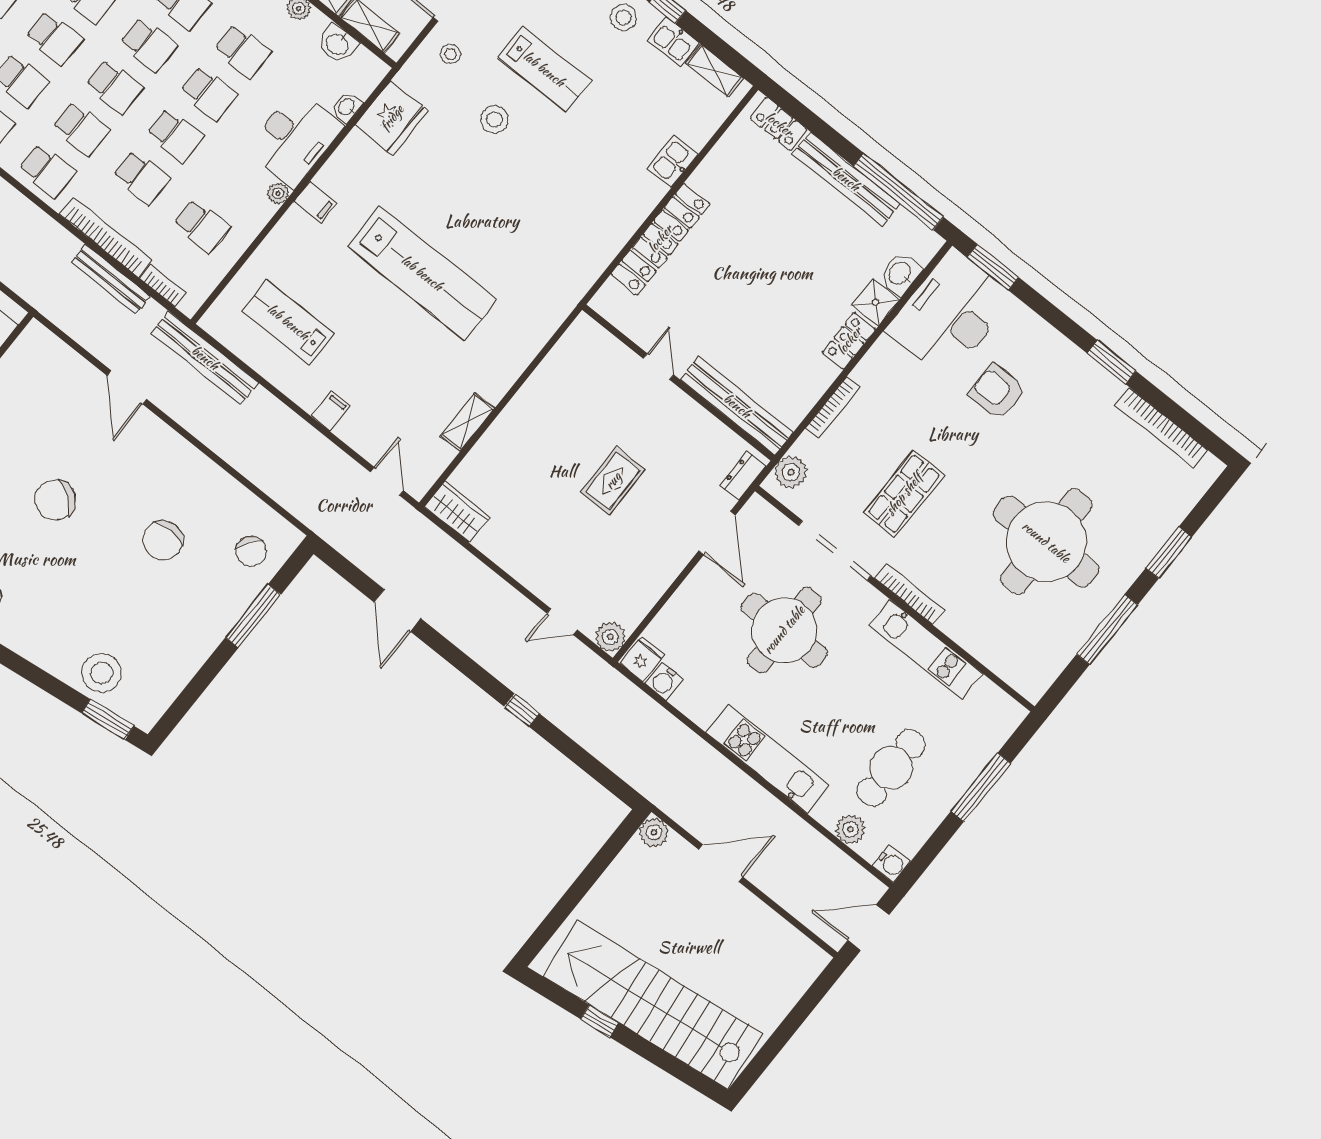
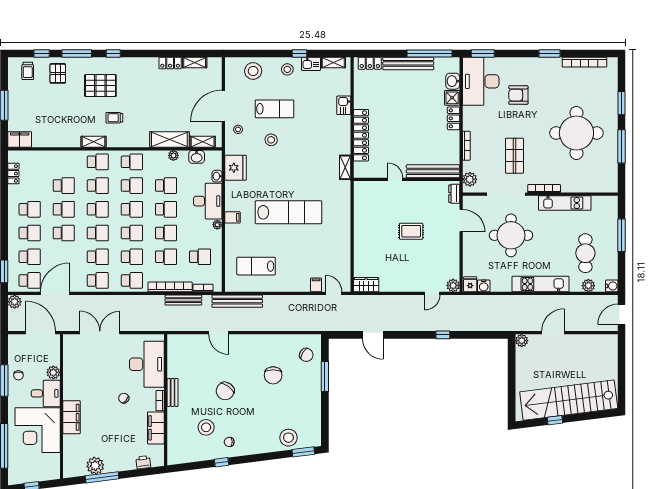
filing cabinet: (331, 411) -> (316, 285), moved
shelving: (468, 422) -> (345, 167), moved
rug: (613, 481) -> (411, 231), turned 90

